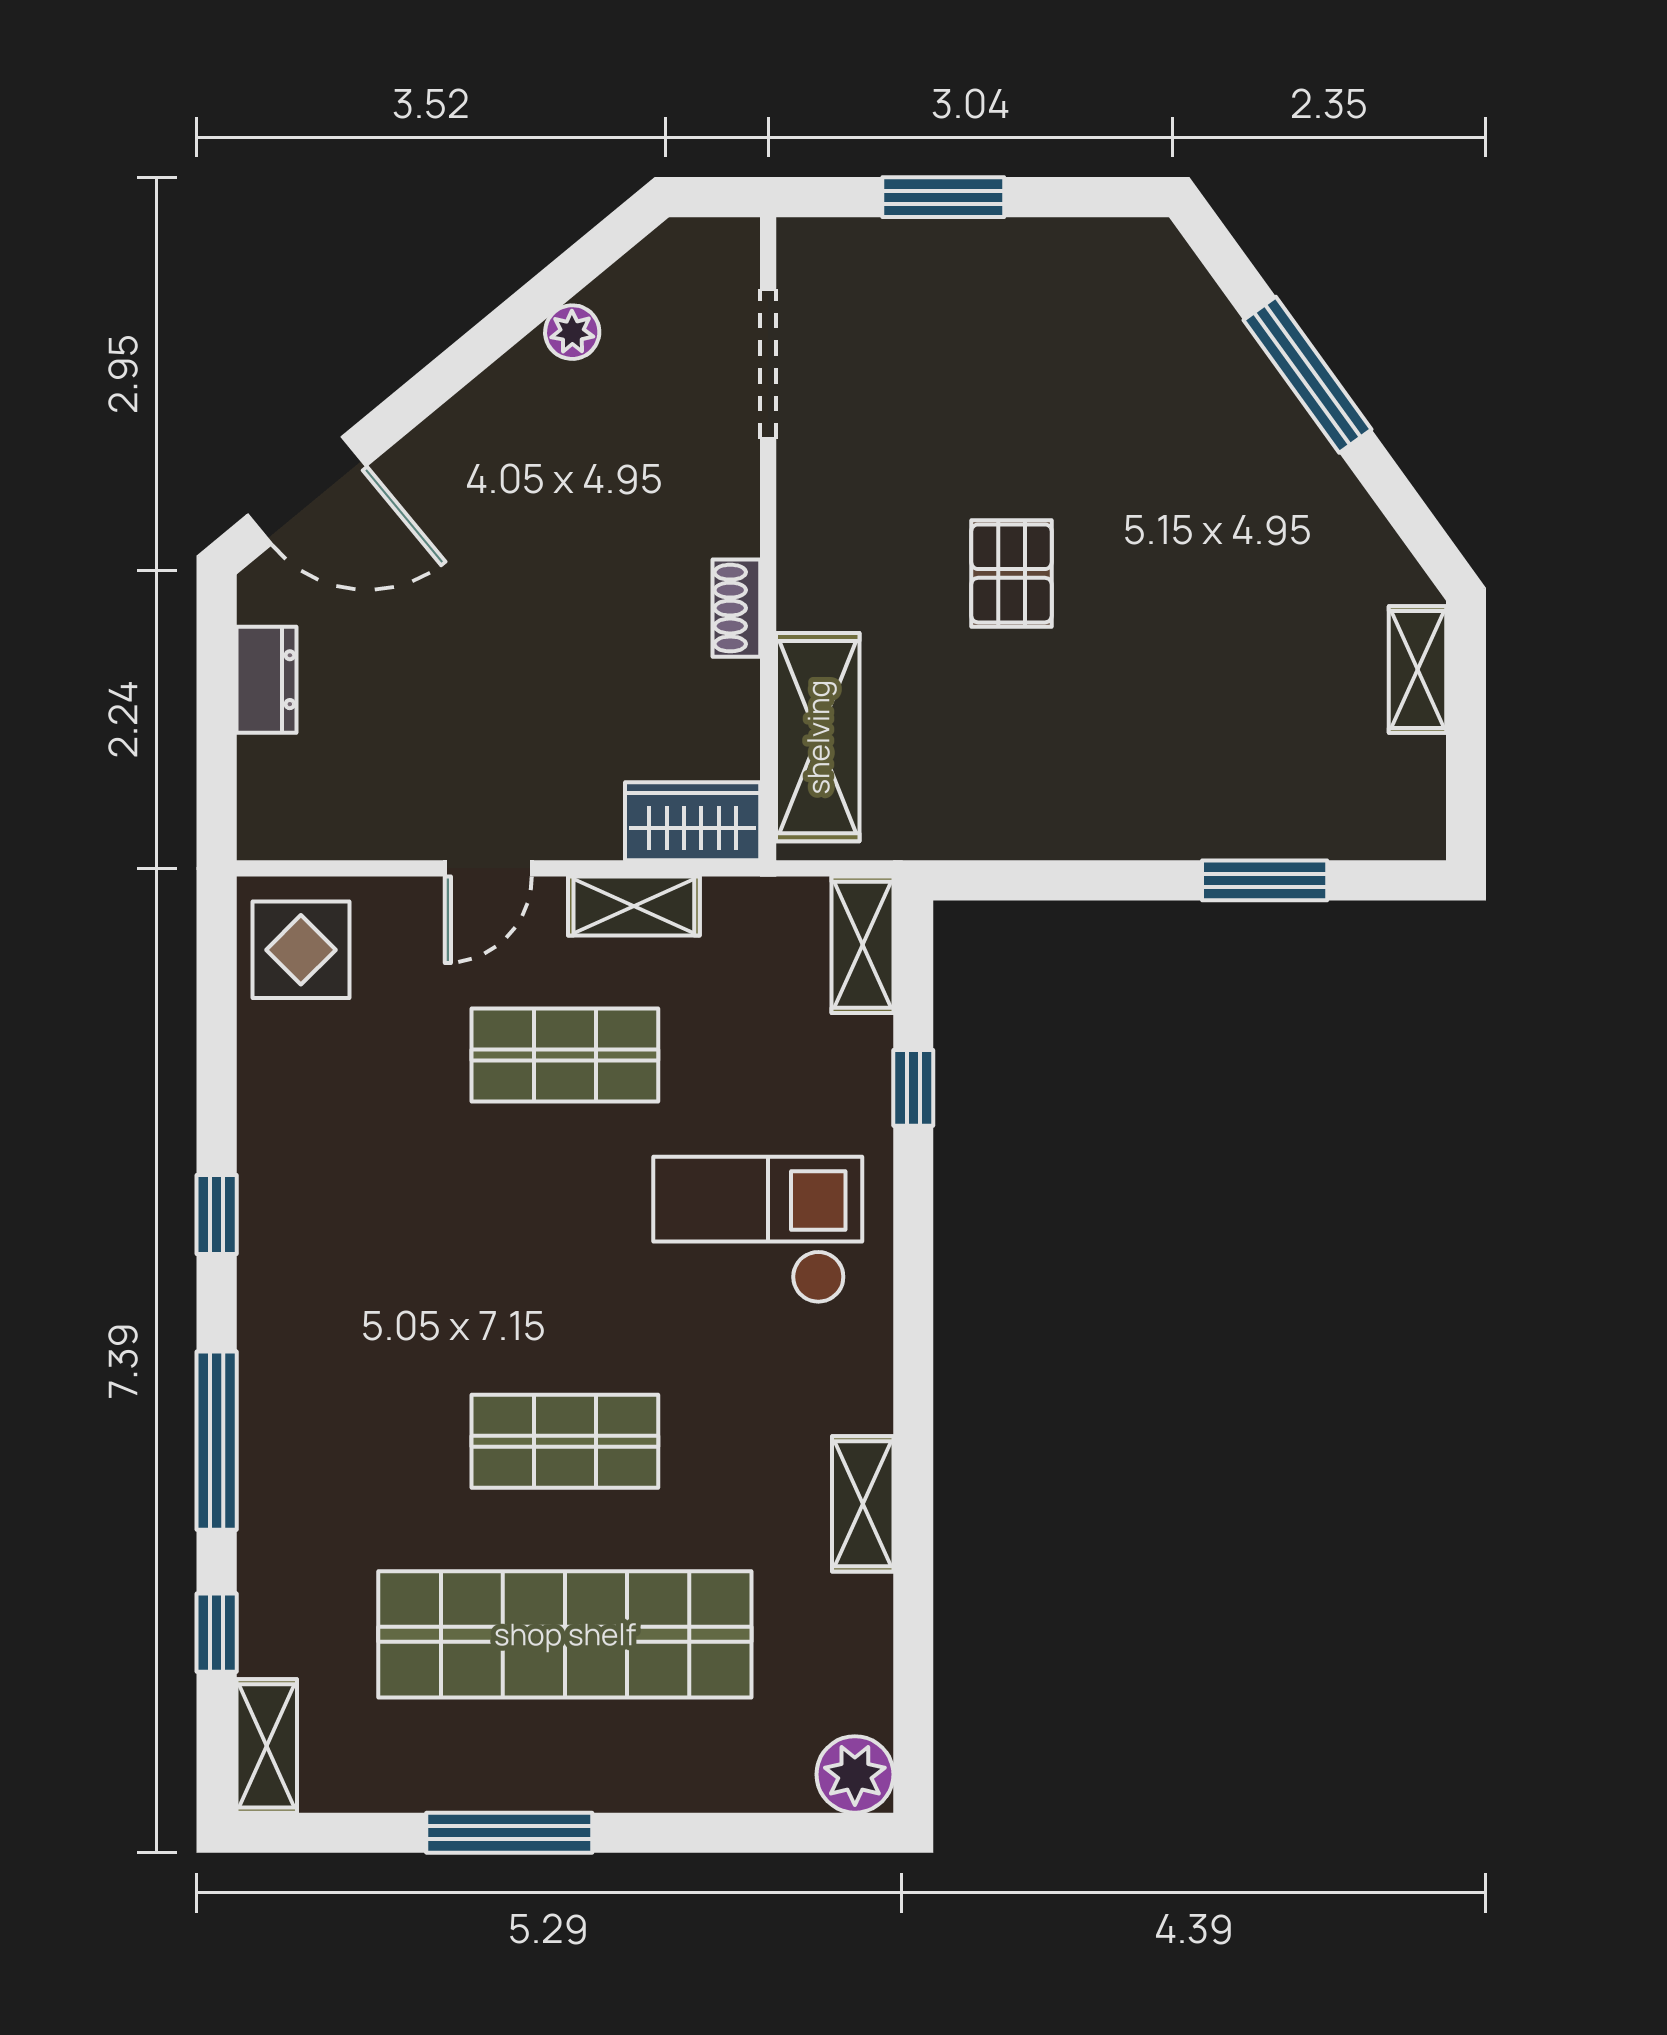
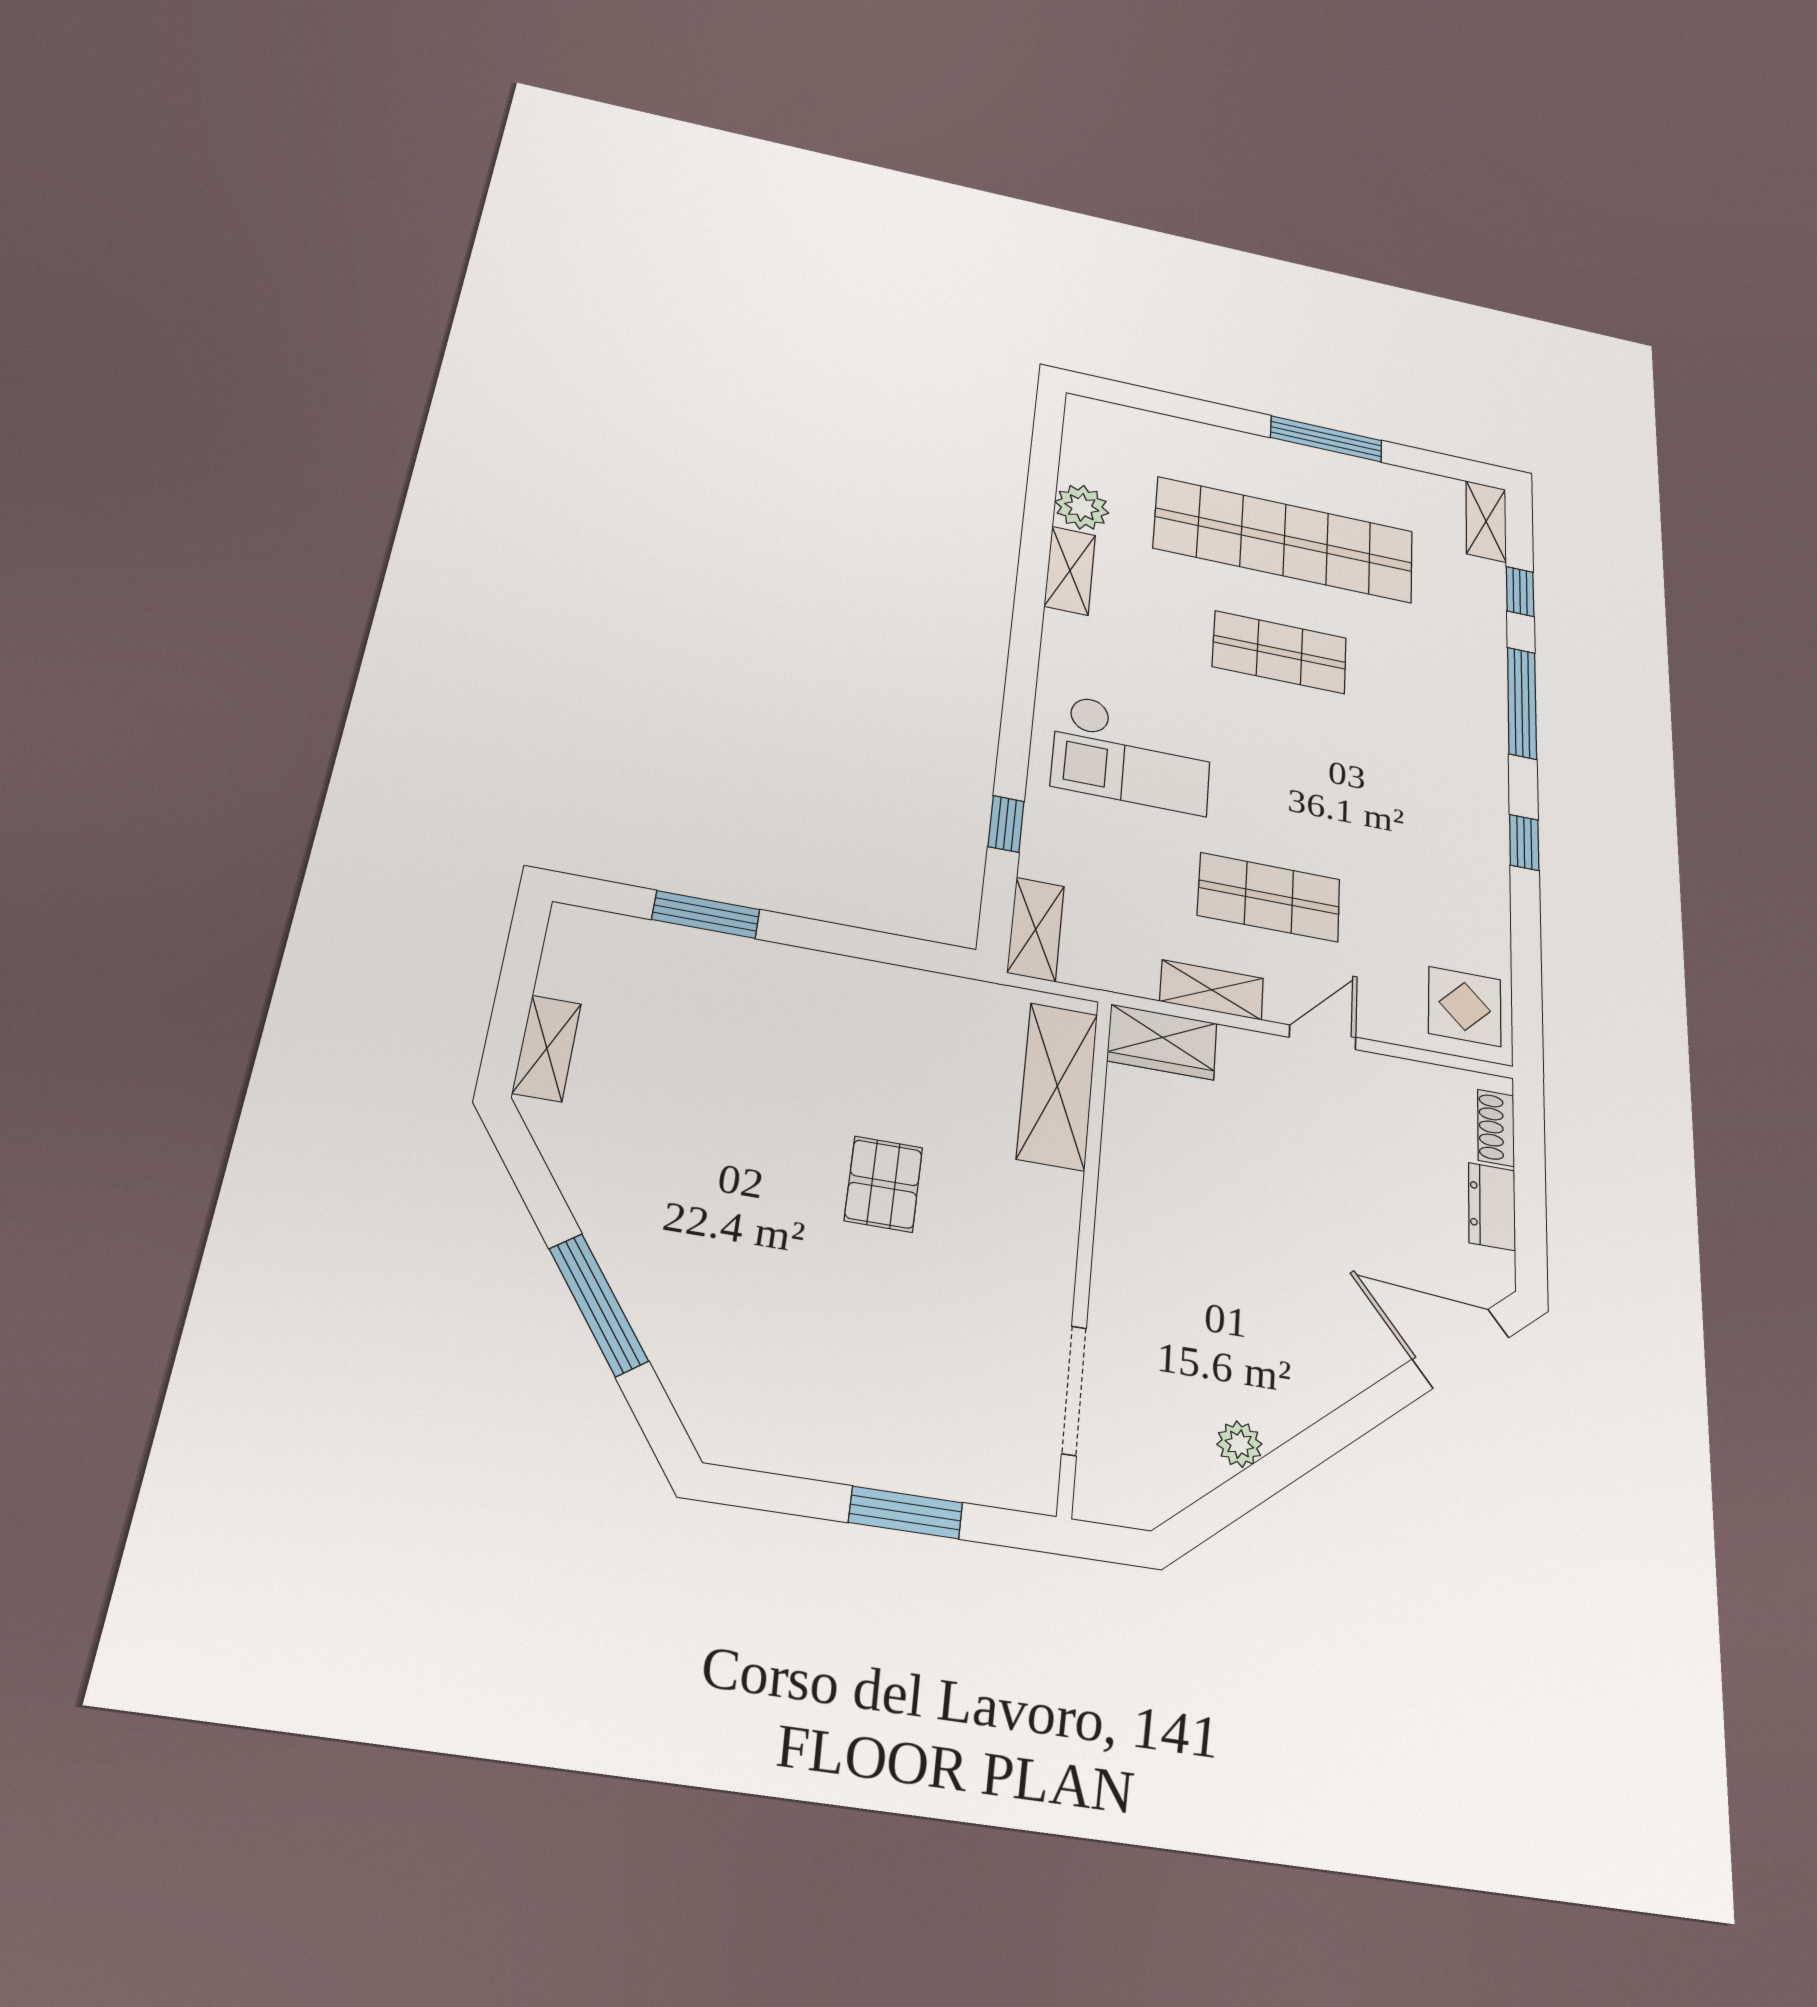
shoe rack: (736, 608) -> (1496, 1128), moved, turned 180
plant: (855, 1774) -> (1082, 507), moved

